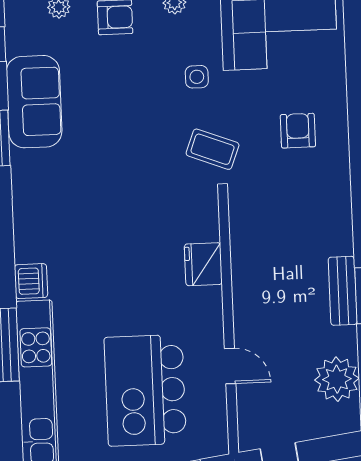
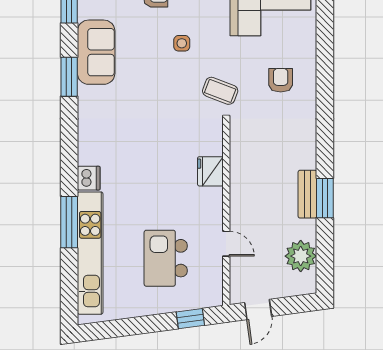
side table: (197, 77) -> (182, 43), moved
kitchen island: (145, 390) -> (166, 258), width x0.73, depth x0.78

